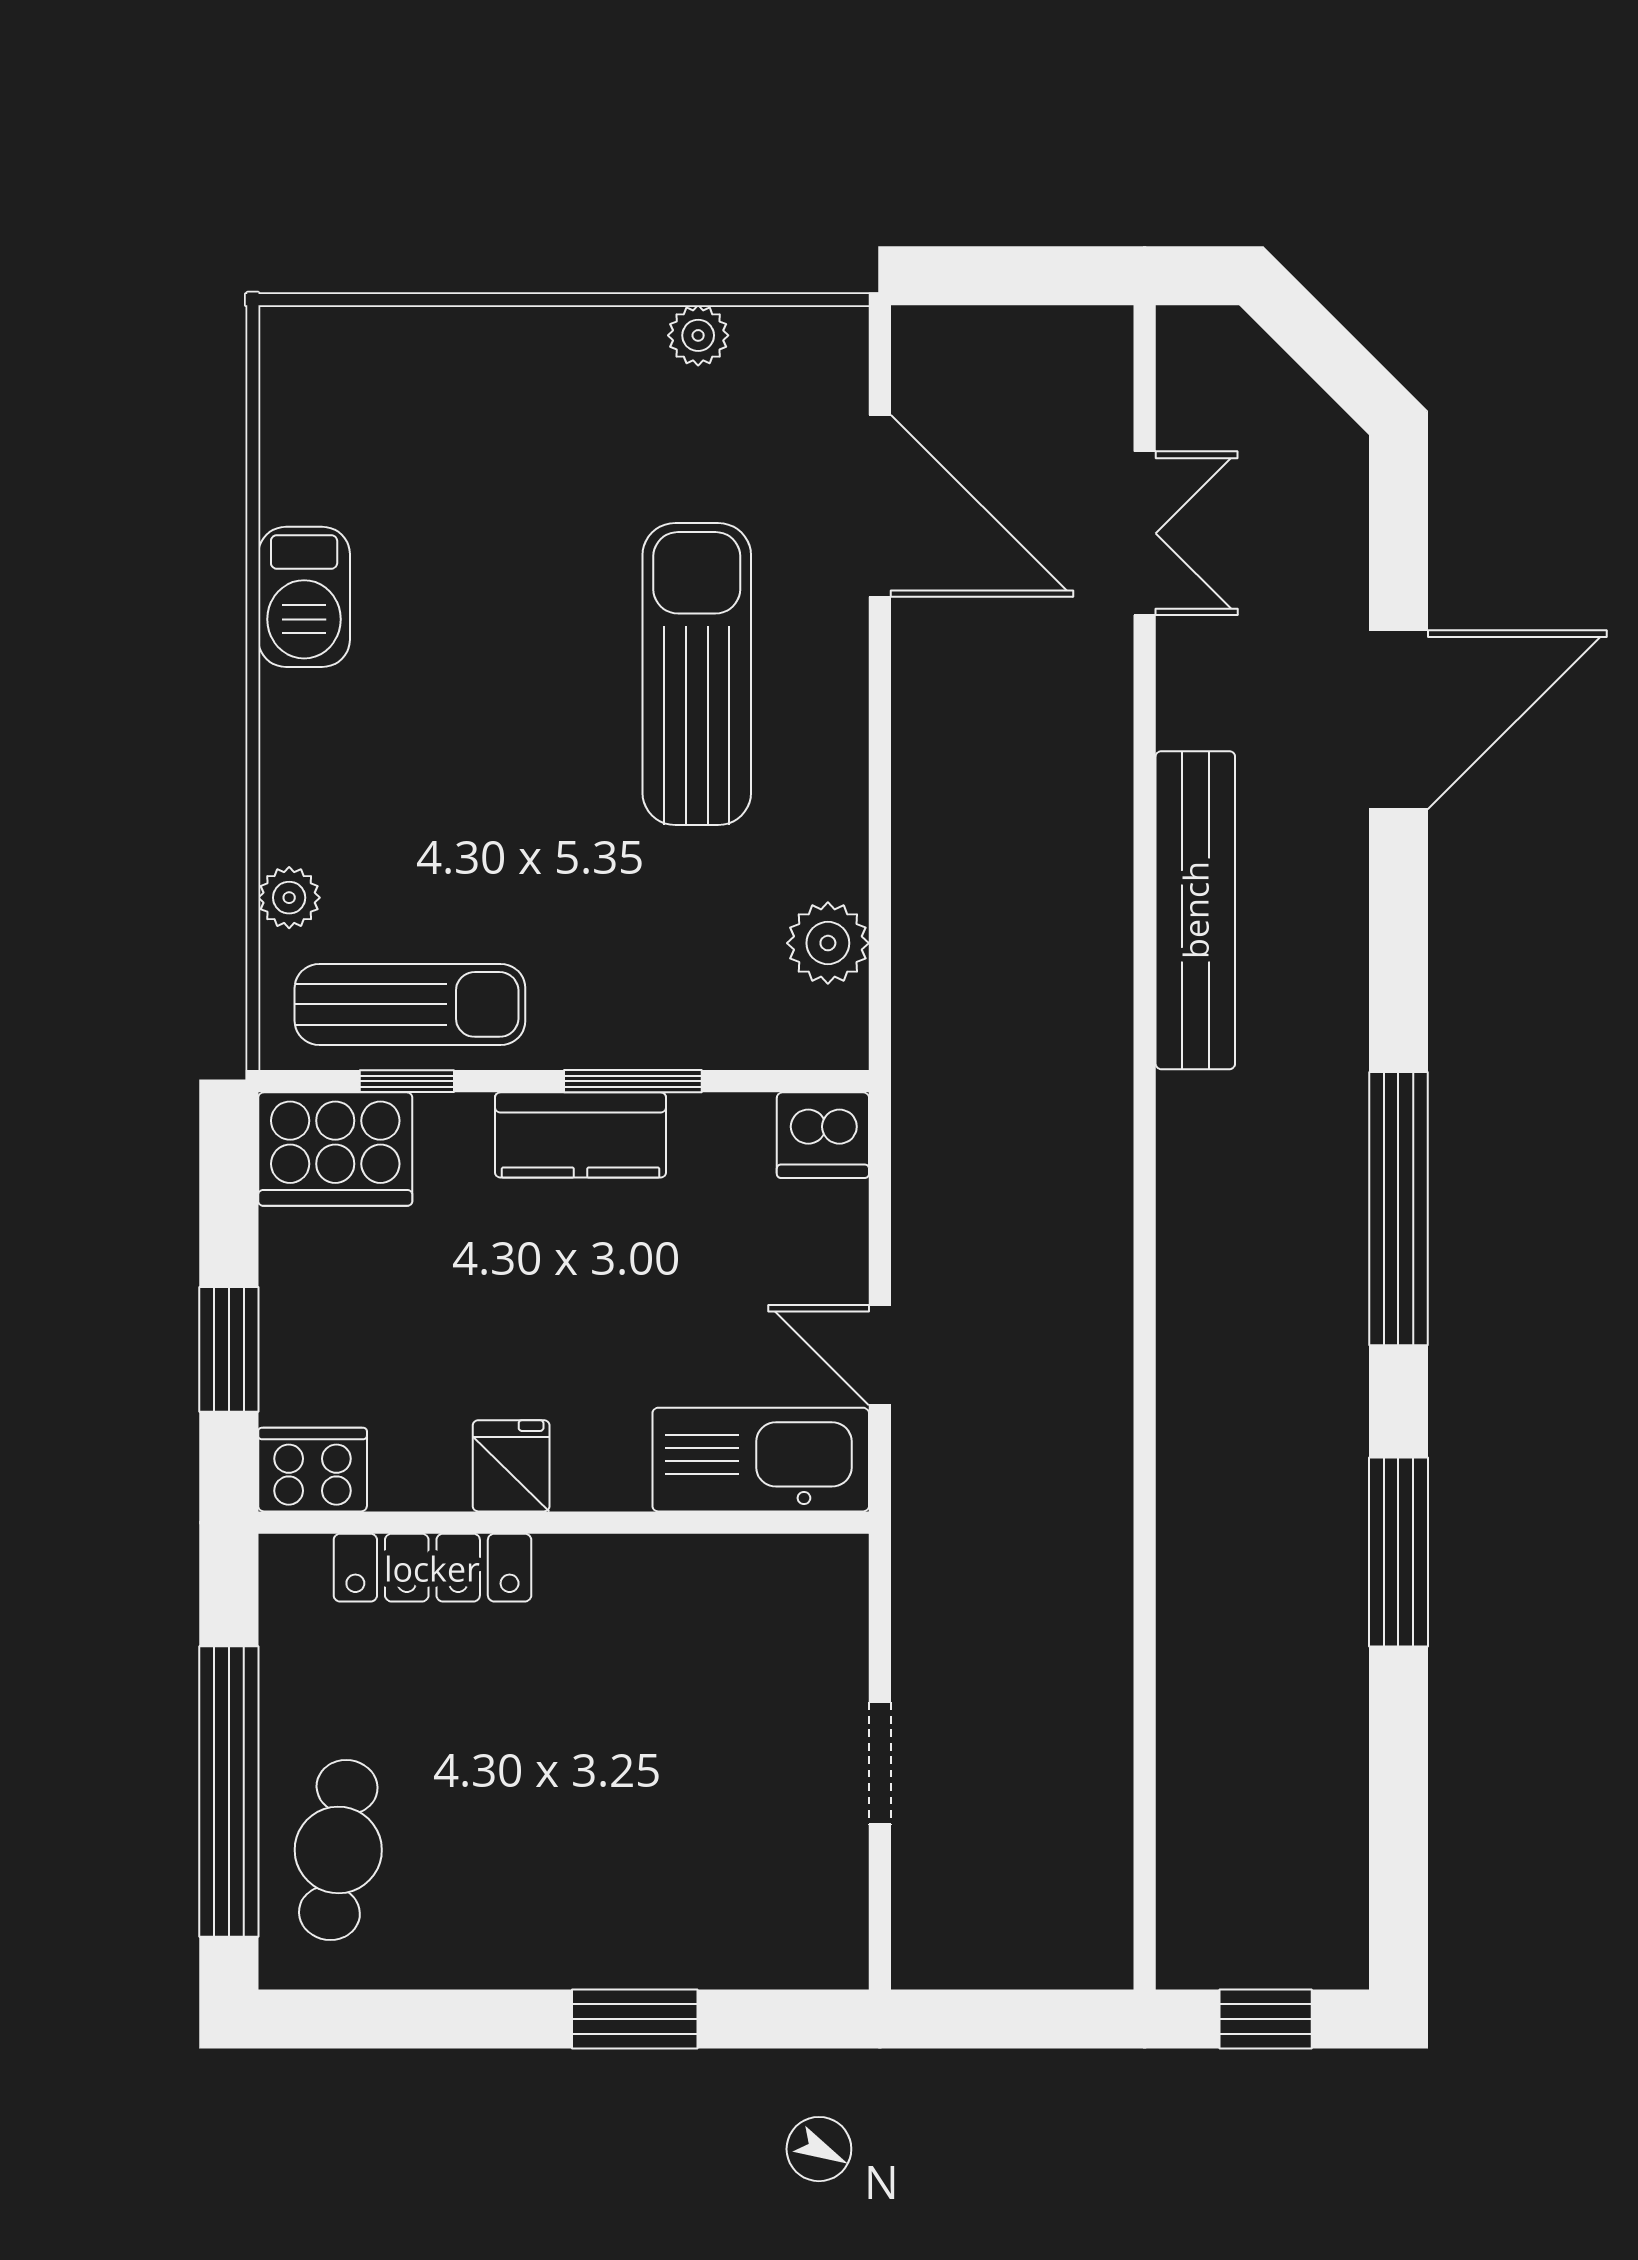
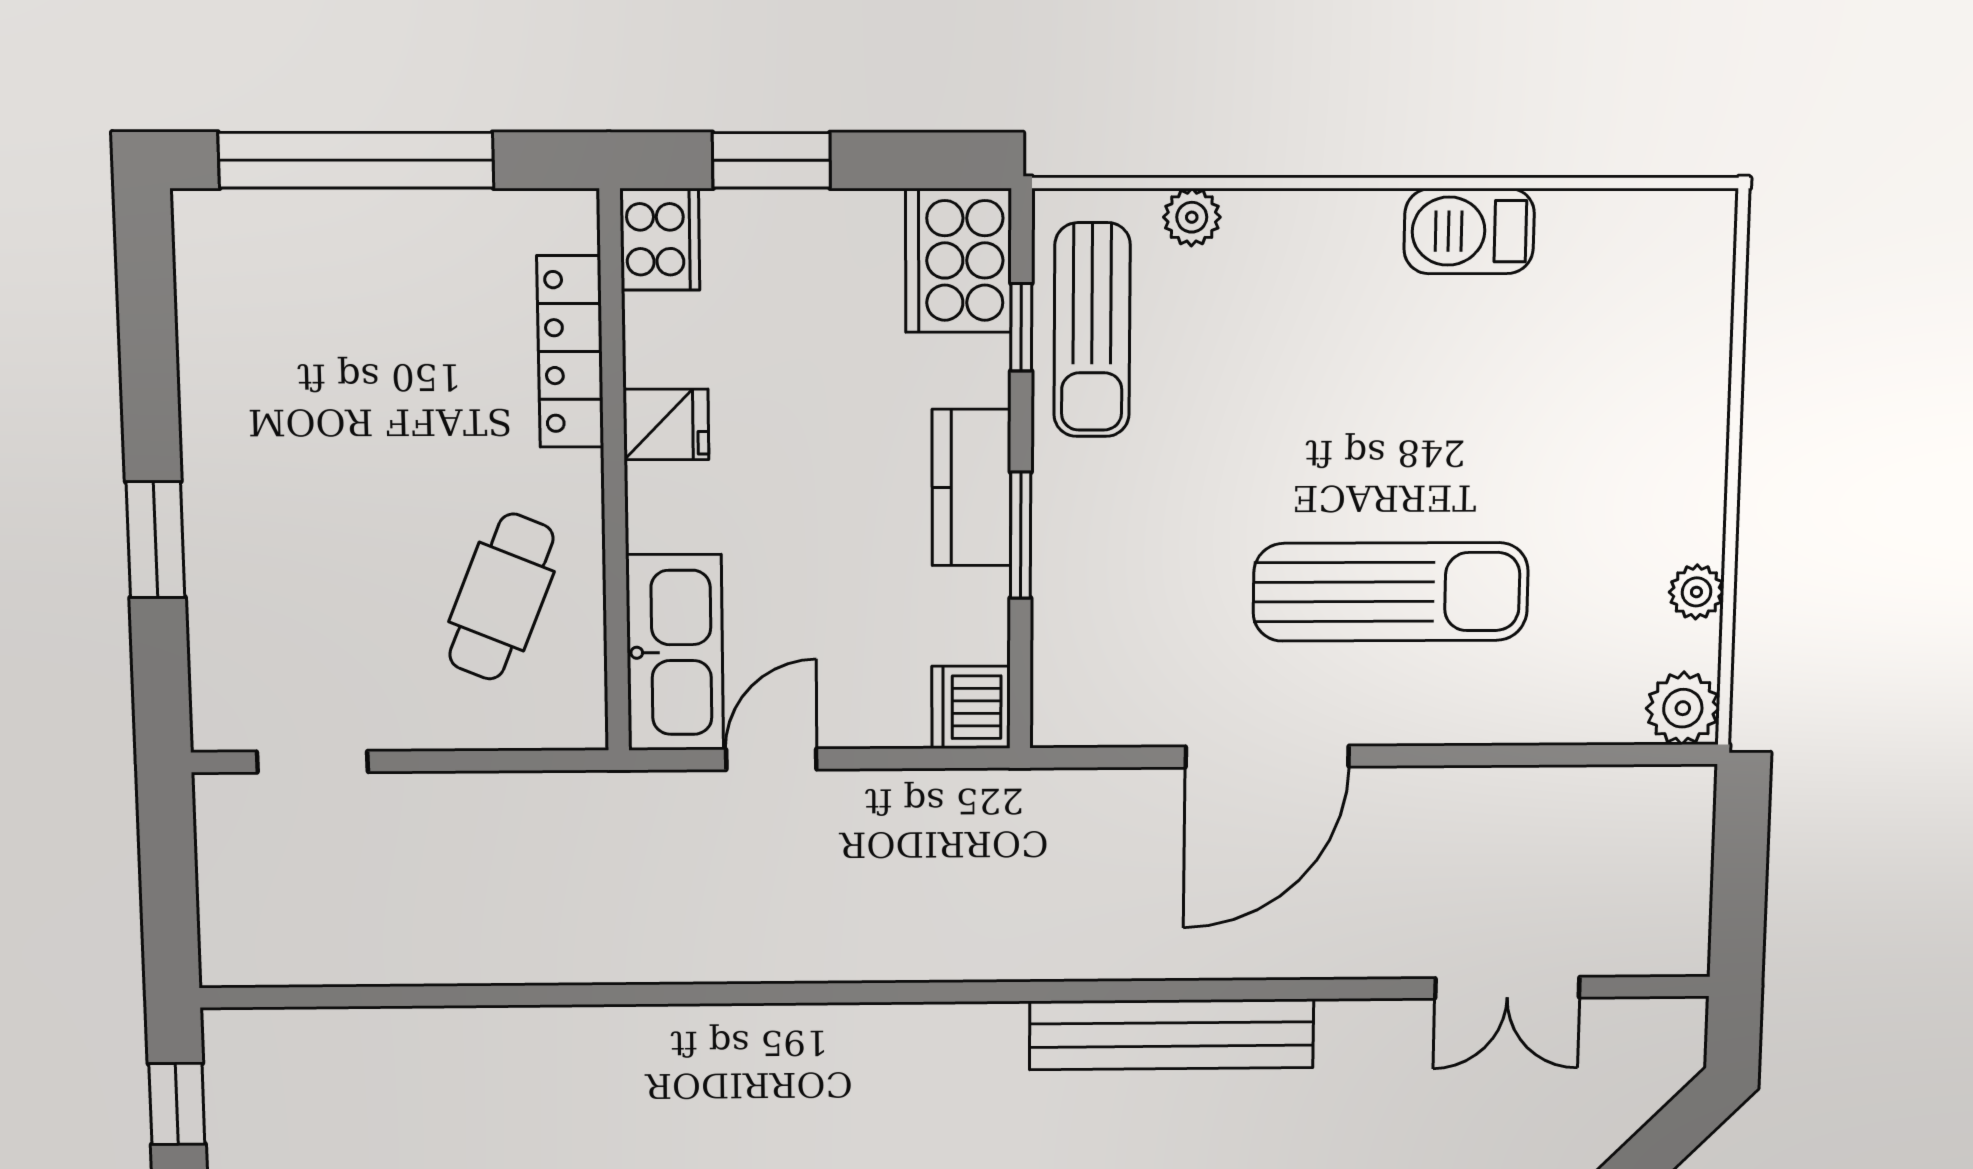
door: (880, 506) -> (1267, 757), moved
plant: (828, 943) -> (1683, 708), moved
doorway: (880, 1763) -> (312, 762), moved
cafe table: (338, 1850) -> (501, 597), moved, turned -76

